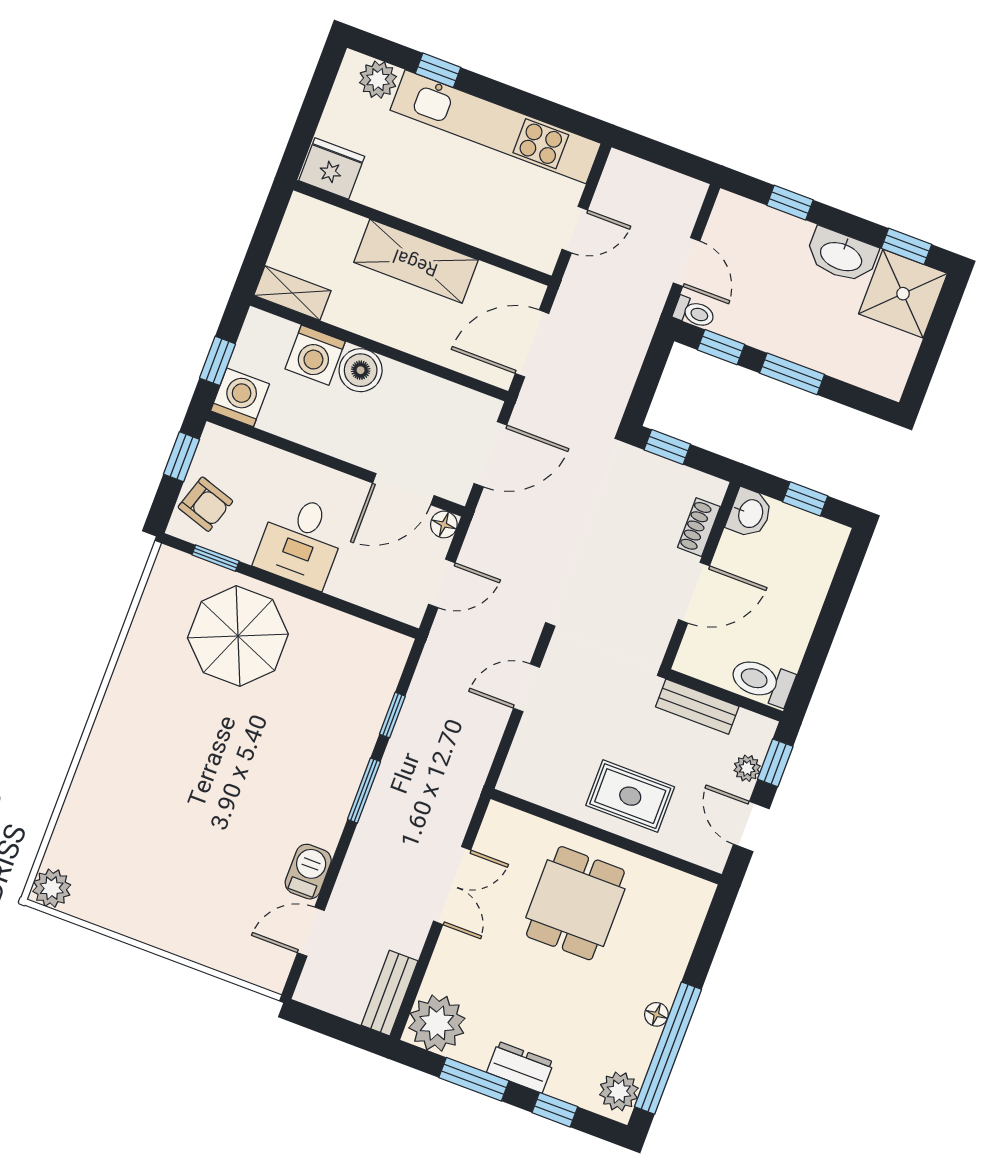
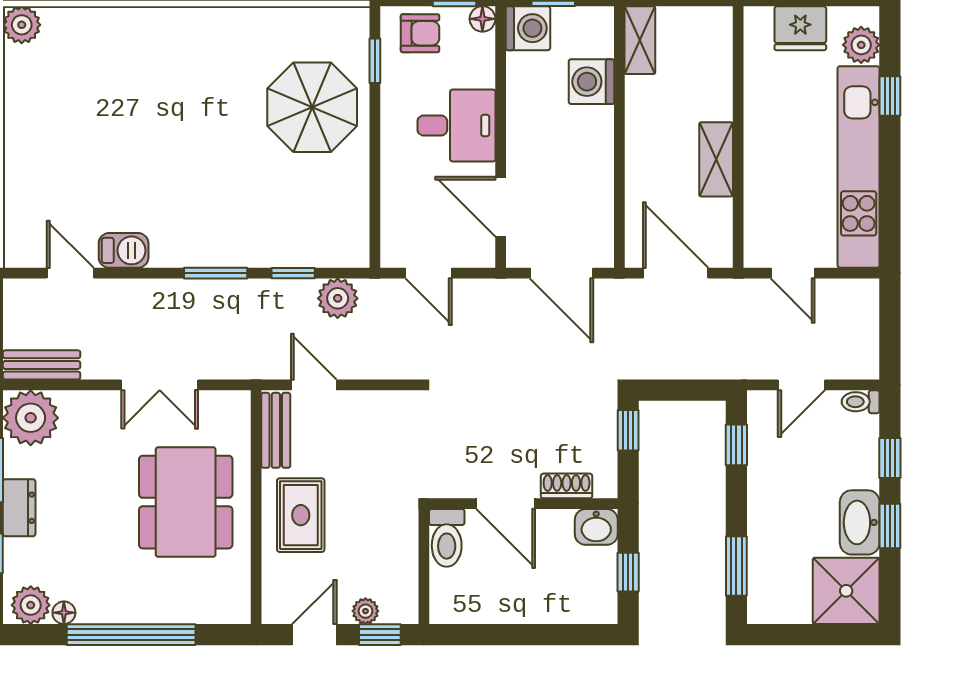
fridge: (332, 169) -> (800, 28), moved, turned 90
window: (906, 246) -> (890, 526), moved
shelving: (416, 261) -> (716, 159), width x0.67, depth x0.75
toilet: (694, 313) -> (861, 402), moved, turned 90
boiler: (361, 370) -> (593, 128), removed
window: (792, 374) -> (736, 566), moved
armchair: (205, 504) -> (420, 33), turned -108
floor lamp: (444, 524) -> (482, 19), moved
desk: (301, 541) -> (456, 126), moved, turned 180
plant: (433, 681) -> (338, 298), added
toilet: (762, 681) -> (447, 538), moved, turned 180
door: (527, 688) -> (314, 385), moved
bench: (697, 707) -> (276, 430), moved
dining table: (575, 903) -> (186, 502), width x1.38
floor lamp: (656, 1014) -> (64, 613), moved
window: (668, 1048) -> (131, 635), moved

